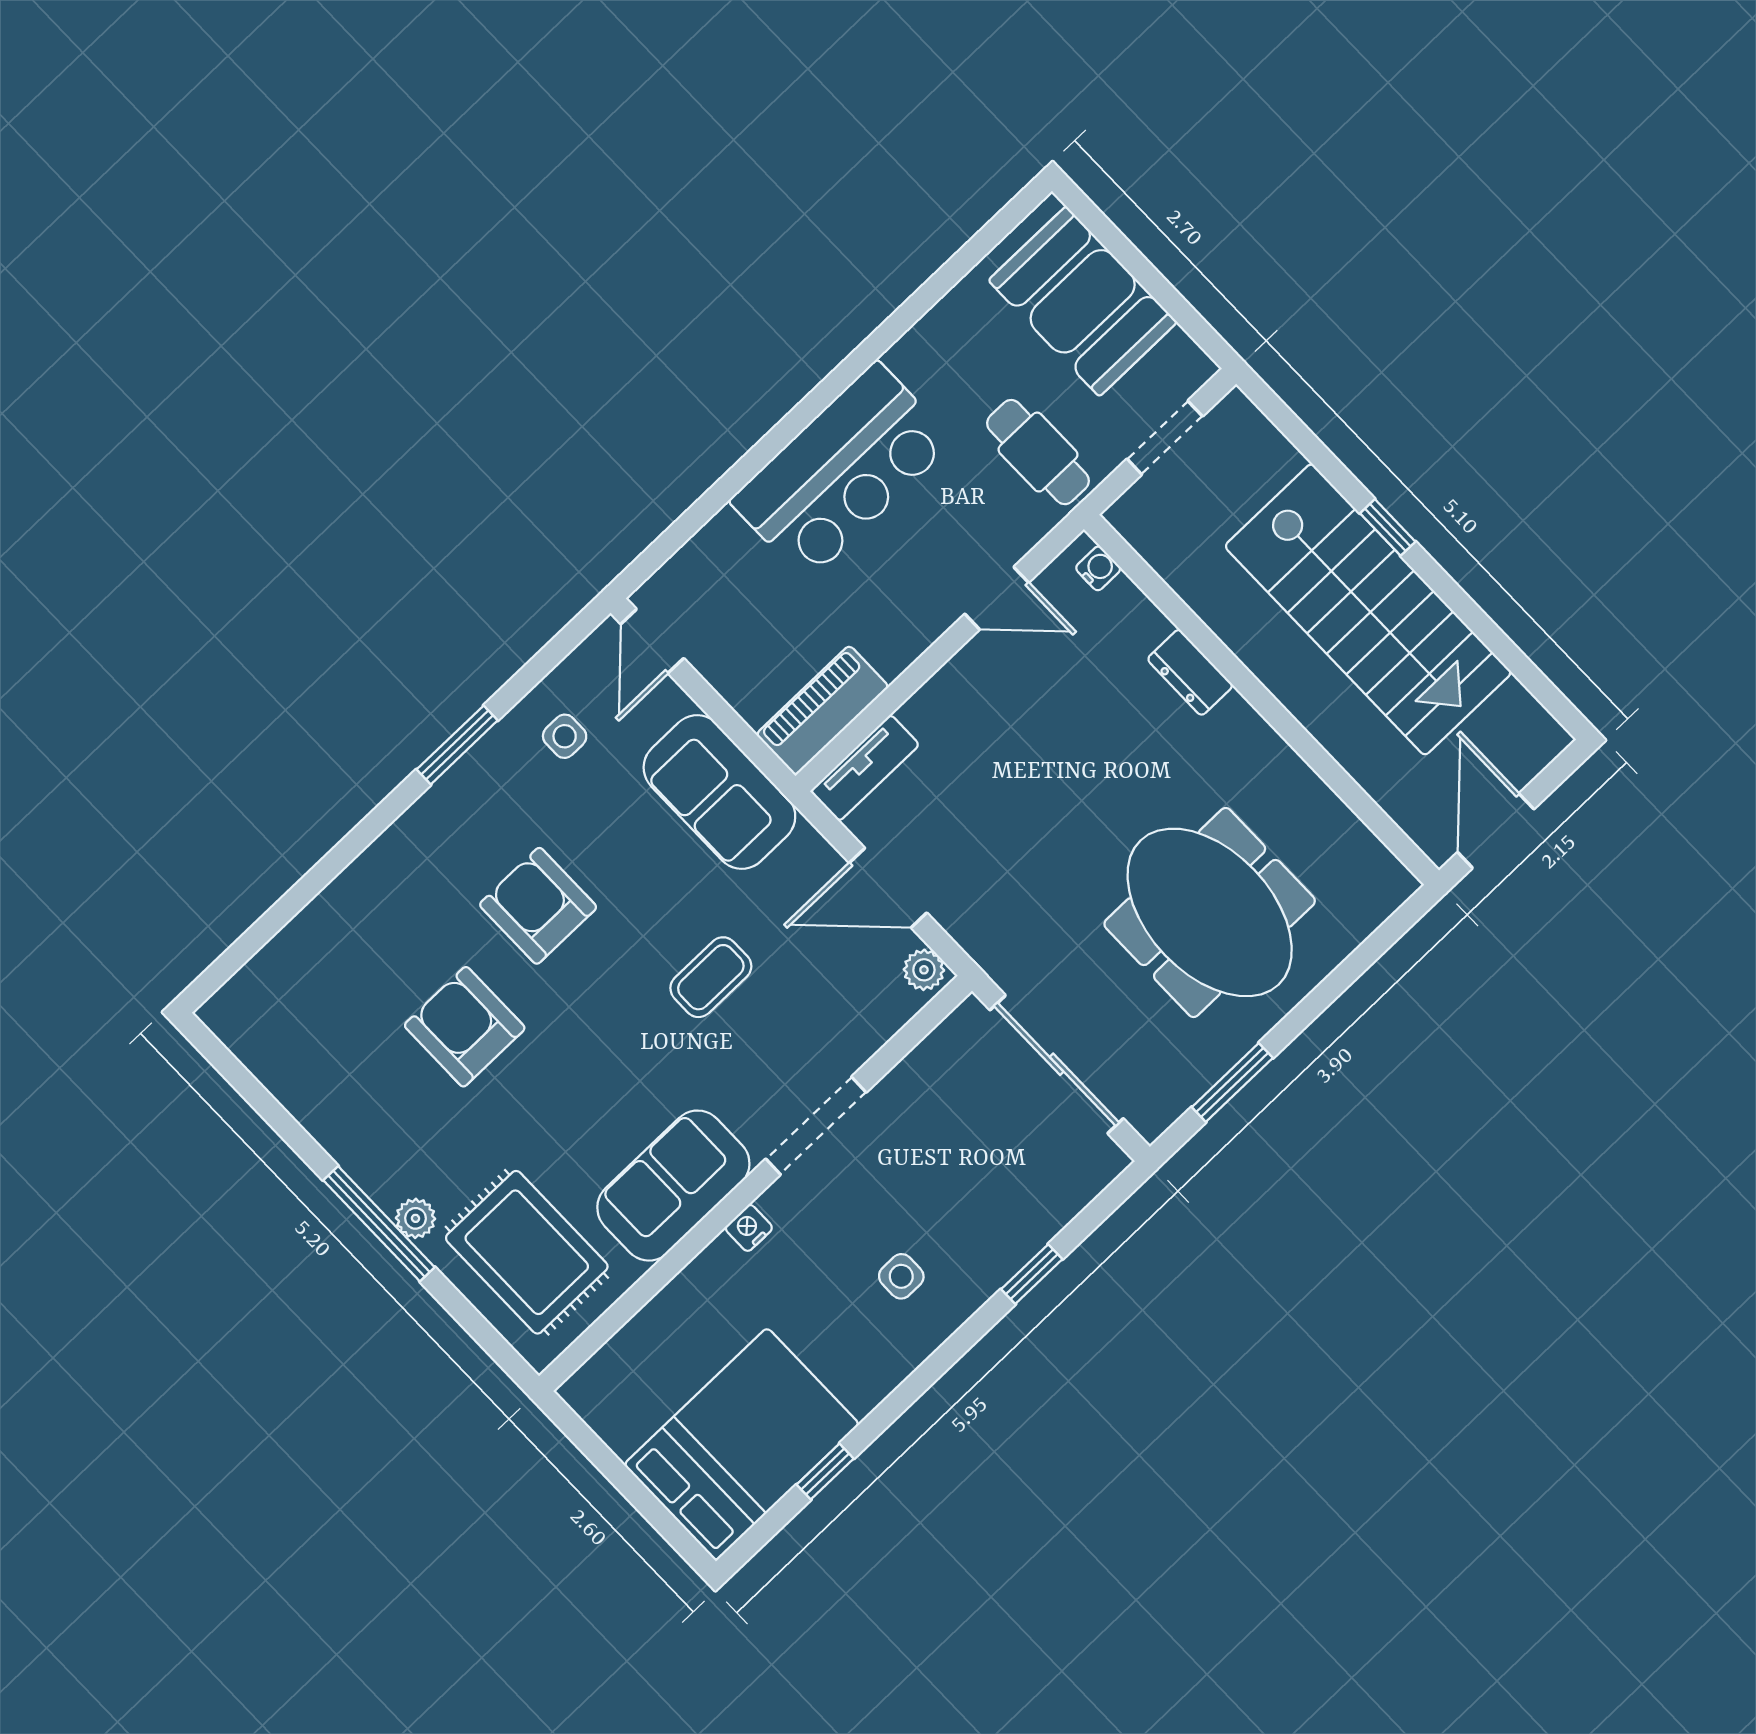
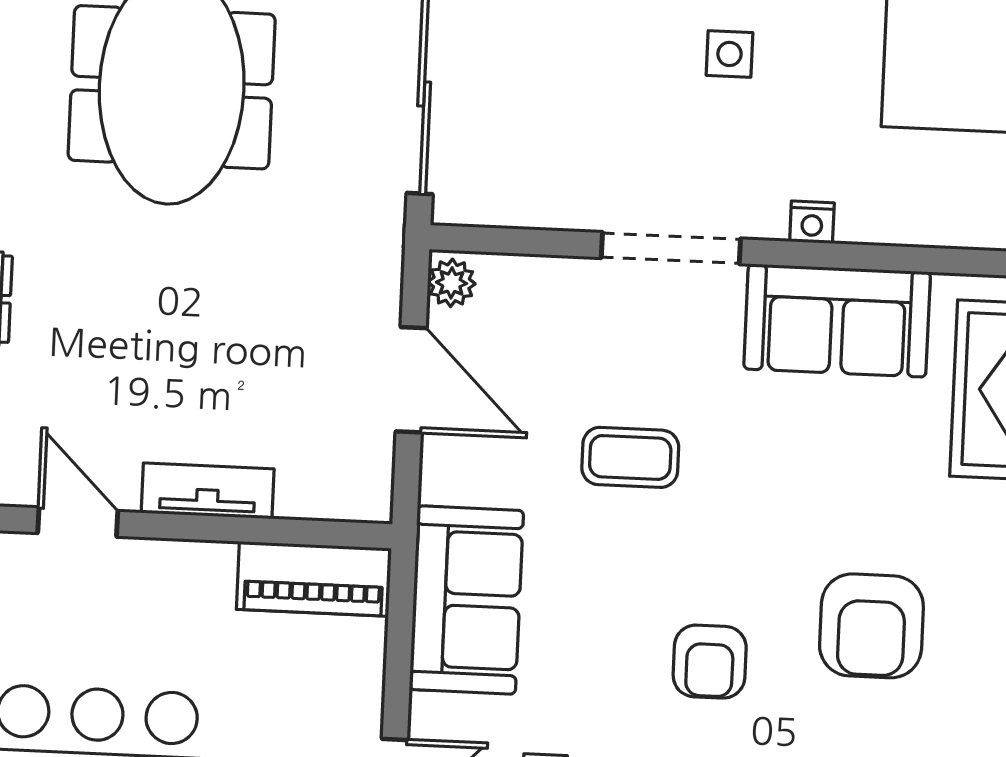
tv unit: (865, 768) -> (208, 491), moved
armchair: (538, 906) -> (710, 662), width x0.72, depth x0.72

